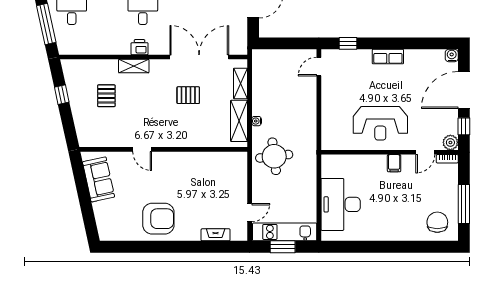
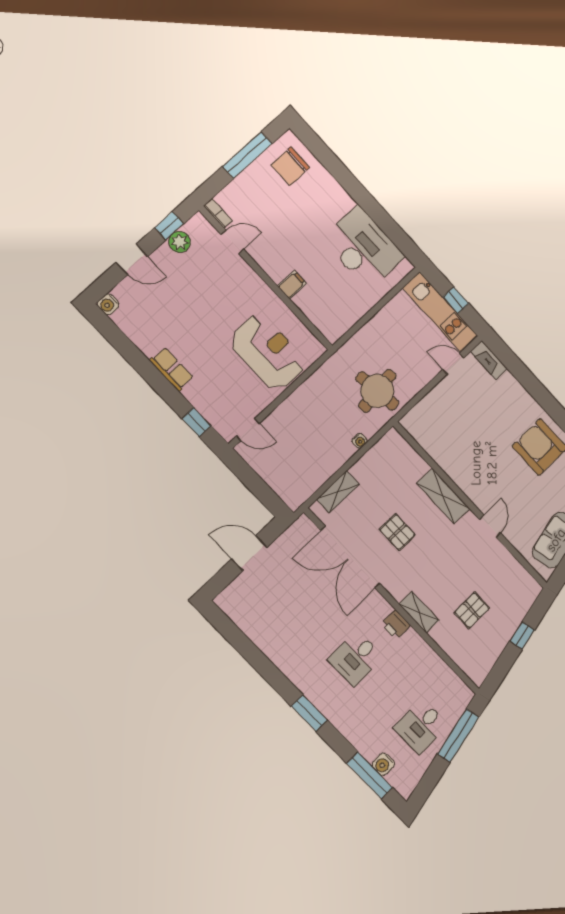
door: (464, 90) -> (132, 259), width x0.53
window: (62, 95) -> (522, 636), moved
shelving: (239, 121) -> (443, 496), moved, turned 90
reception desk: (380, 123) -> (268, 352), moved
plant: (450, 142) -> (180, 242), moved
filing cabinet: (394, 163) -> (292, 285), moved
desk: (341, 204) -> (363, 248), moved, turned -90
fireplace: (216, 235) -> (489, 360), moved
window: (283, 247) -> (456, 300), width x0.67

